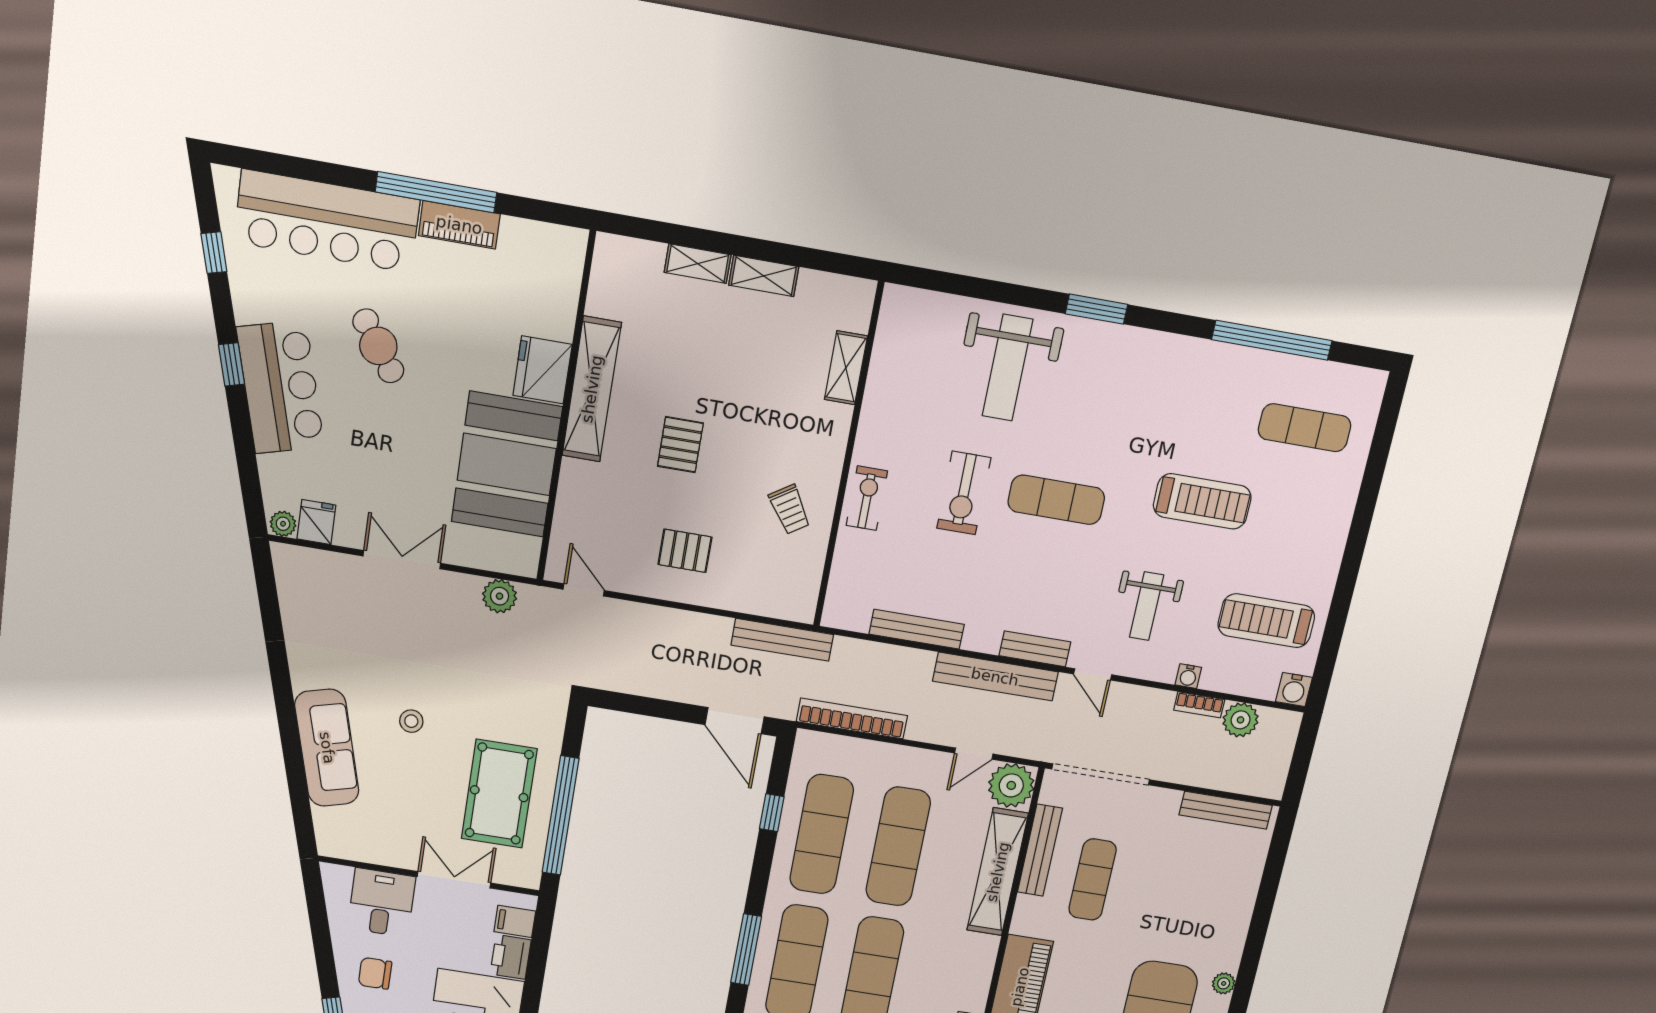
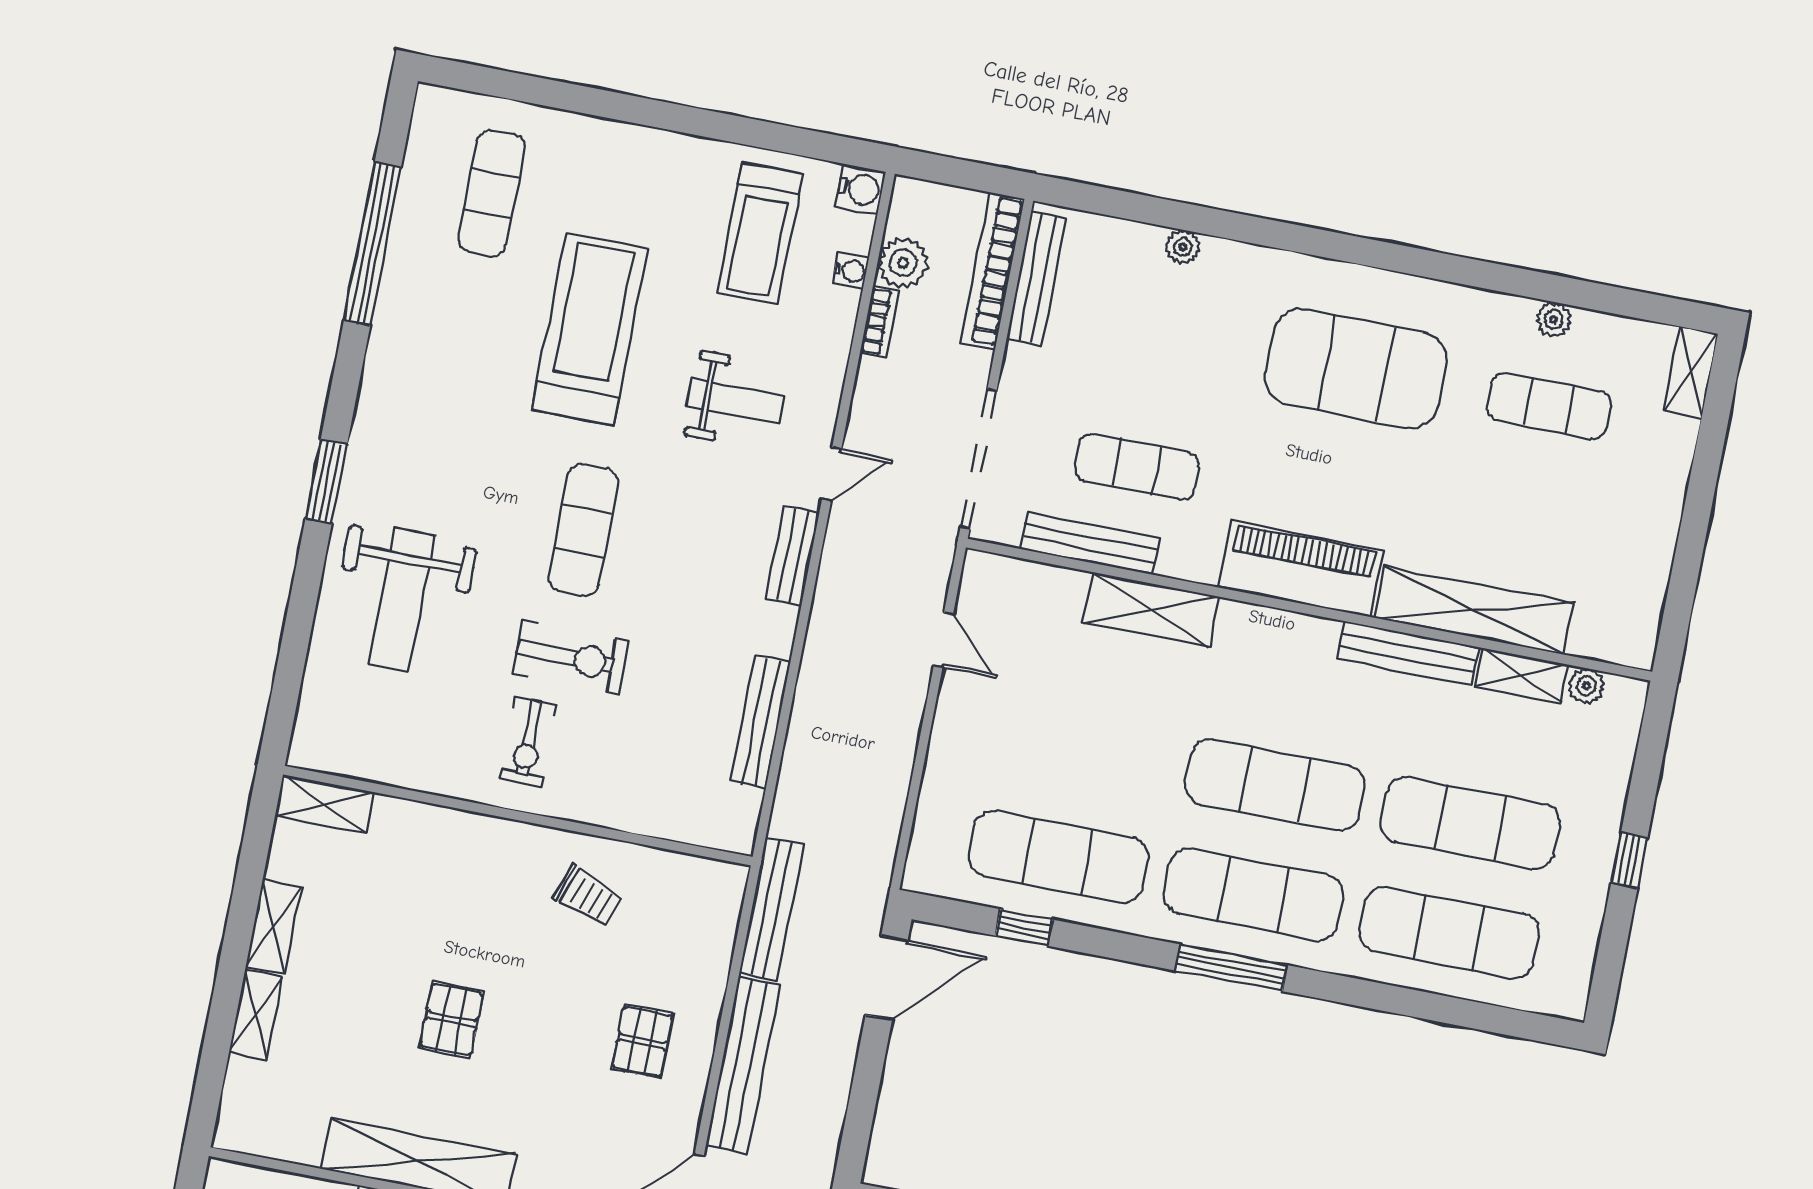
shelving: (846, 368) -> (325, 804), moved
weight bench: (1008, 368) -> (402, 600), turned 90
pallet: (680, 445) -> (452, 1019), moved, turned 90
exercise bike: (867, 498) -> (529, 742), moved, turned -90
treadmill: (1202, 501) -> (590, 329), width x1.37, depth x1.38
trolley: (790, 509) -> (588, 896), turned 53
water cooler: (1188, 676) -> (851, 271), moved
bench: (995, 677) -> (743, 1065), moved
bookcase: (852, 719) -> (993, 271), moved
plant: (1011, 785) -> (992, 586), removed
exercise mat: (898, 847) -> (1079, 747), removed
shelving: (998, 872) -> (1151, 610), width x0.68
plant: (1224, 983) -> (1183, 247), moved

